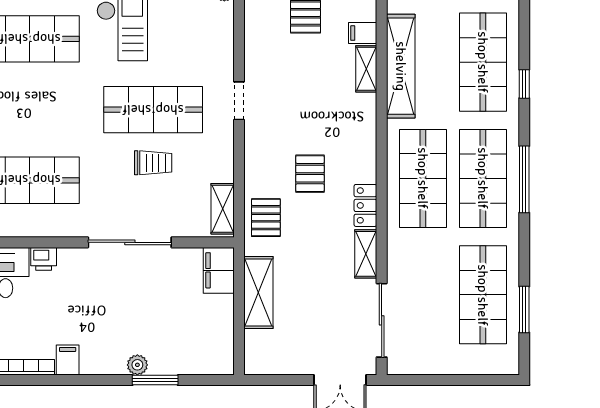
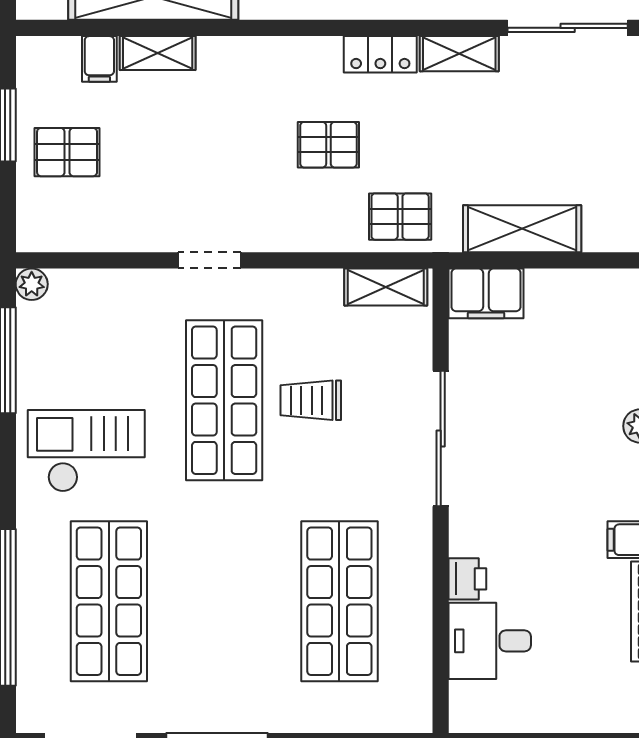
trolley: (153, 163) -> (311, 400), turned -90

